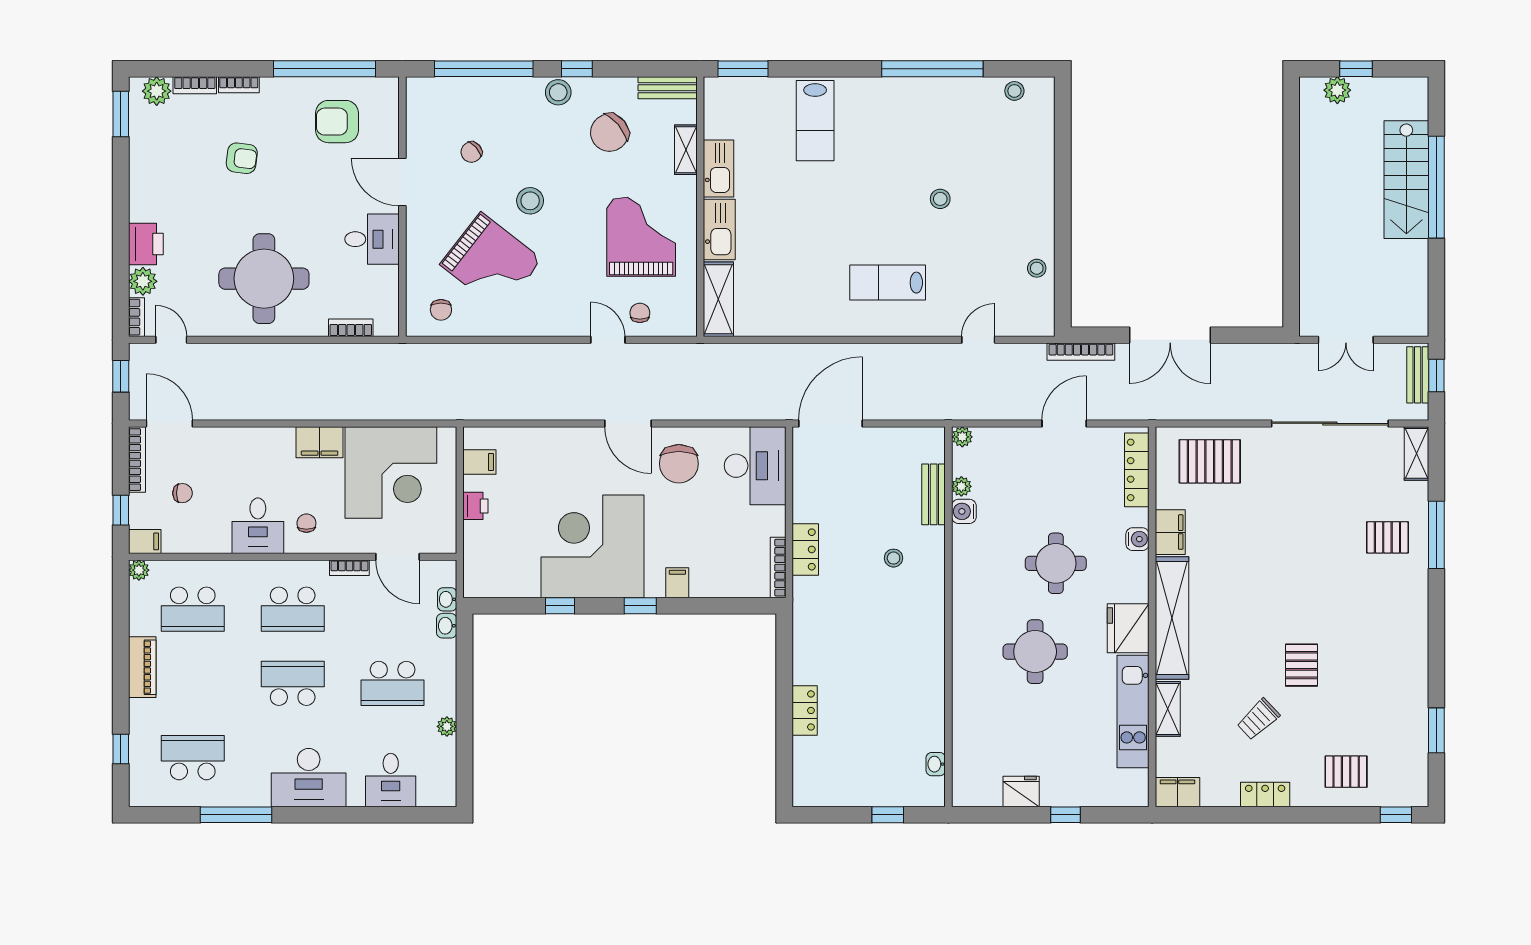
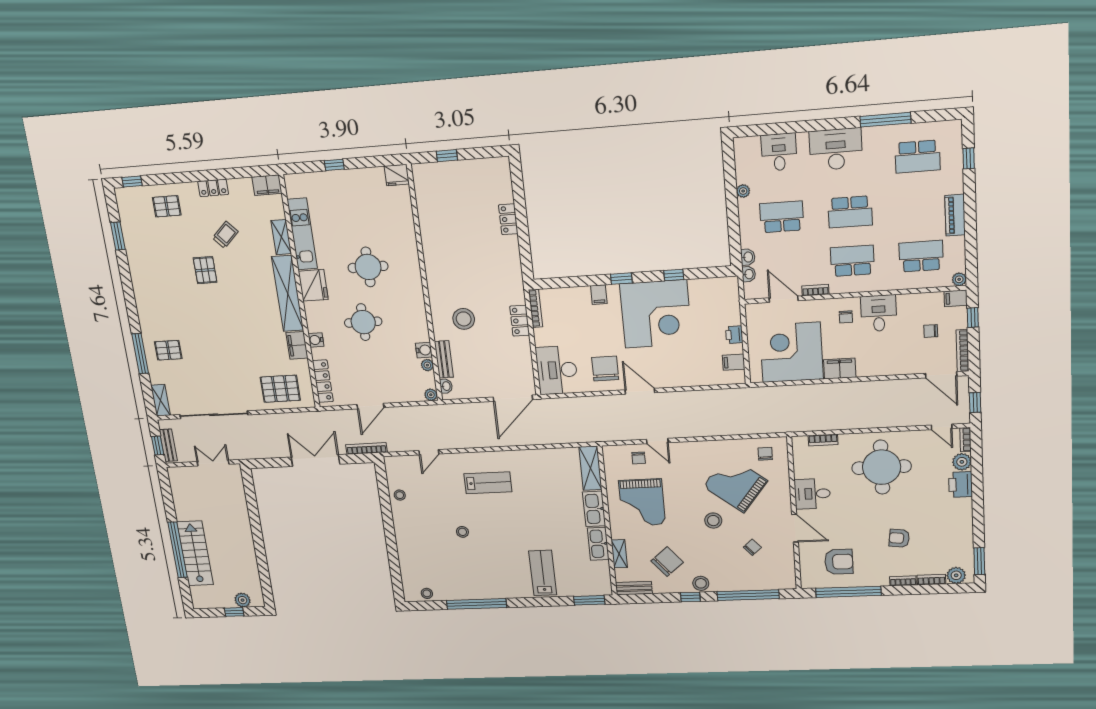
stool: (894, 558) -> (464, 319), width x1.89, depth x1.89
washbasin: (936, 764) -> (446, 386), moved
fridge: (1021, 792) -> (397, 175), moved

